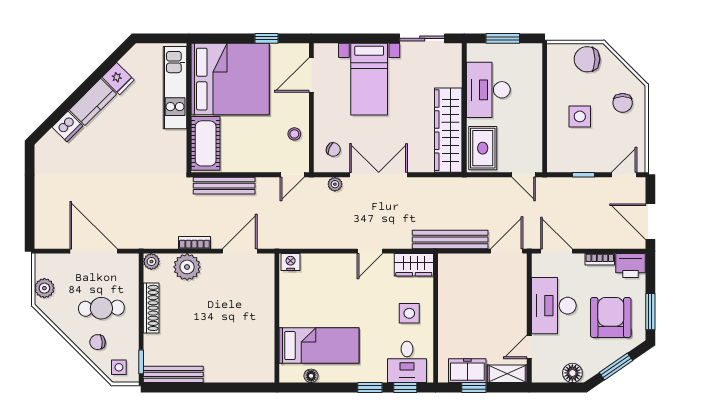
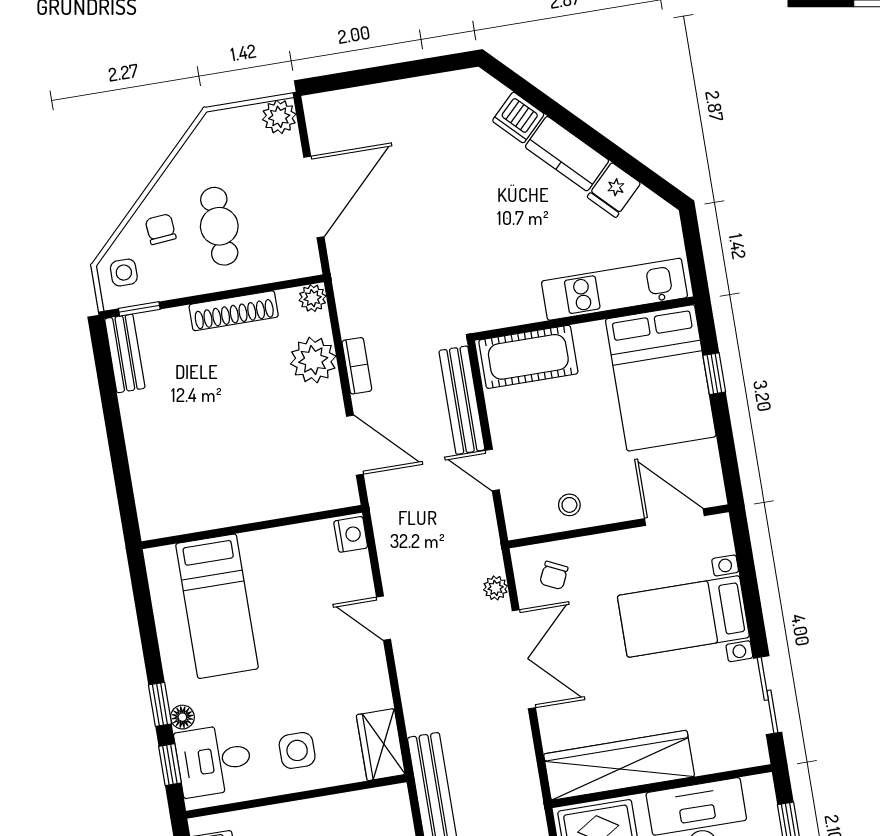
window: (267, 38) -> (714, 374), moved
bed: (230, 79) -> (661, 378), width x0.73
door: (292, 175) -> (492, 470), moved
door: (370, 251) -> (384, 618), moved
plant: (44, 288) -> (279, 117), moved
bench: (173, 374) -> (125, 353), width x0.73
floor lamp: (311, 376) -> (182, 717), moved

